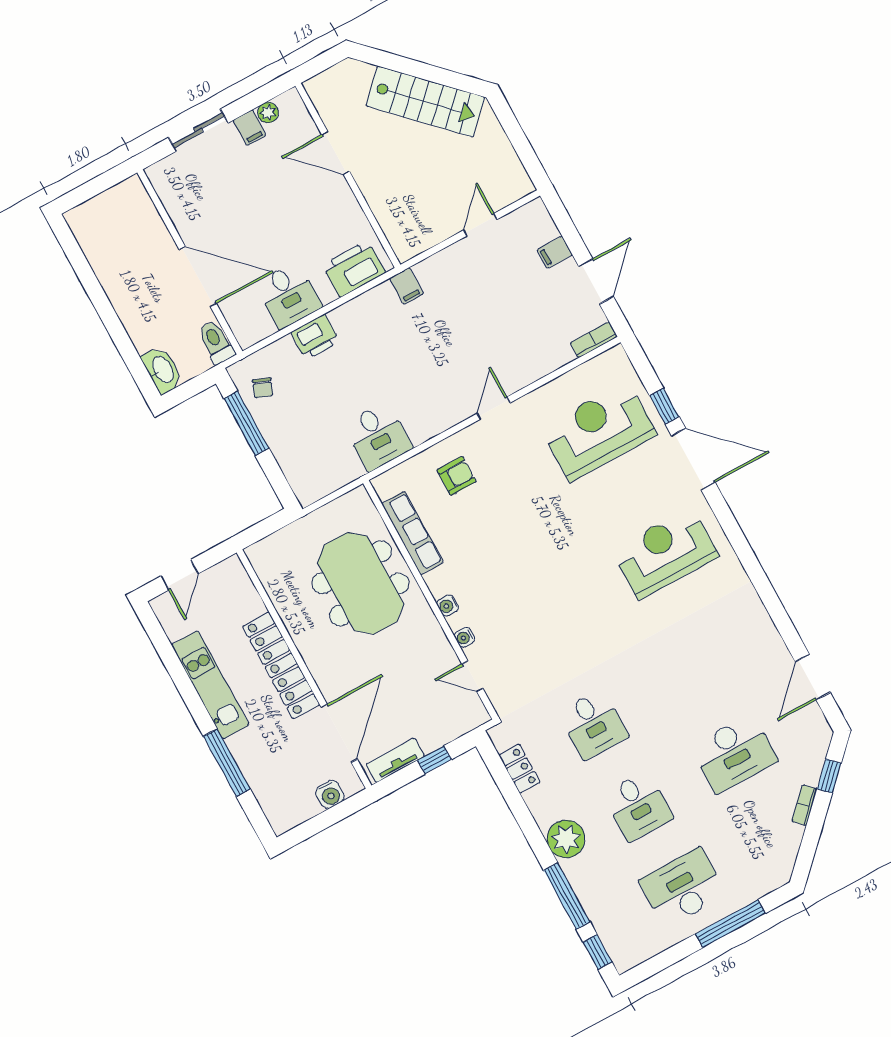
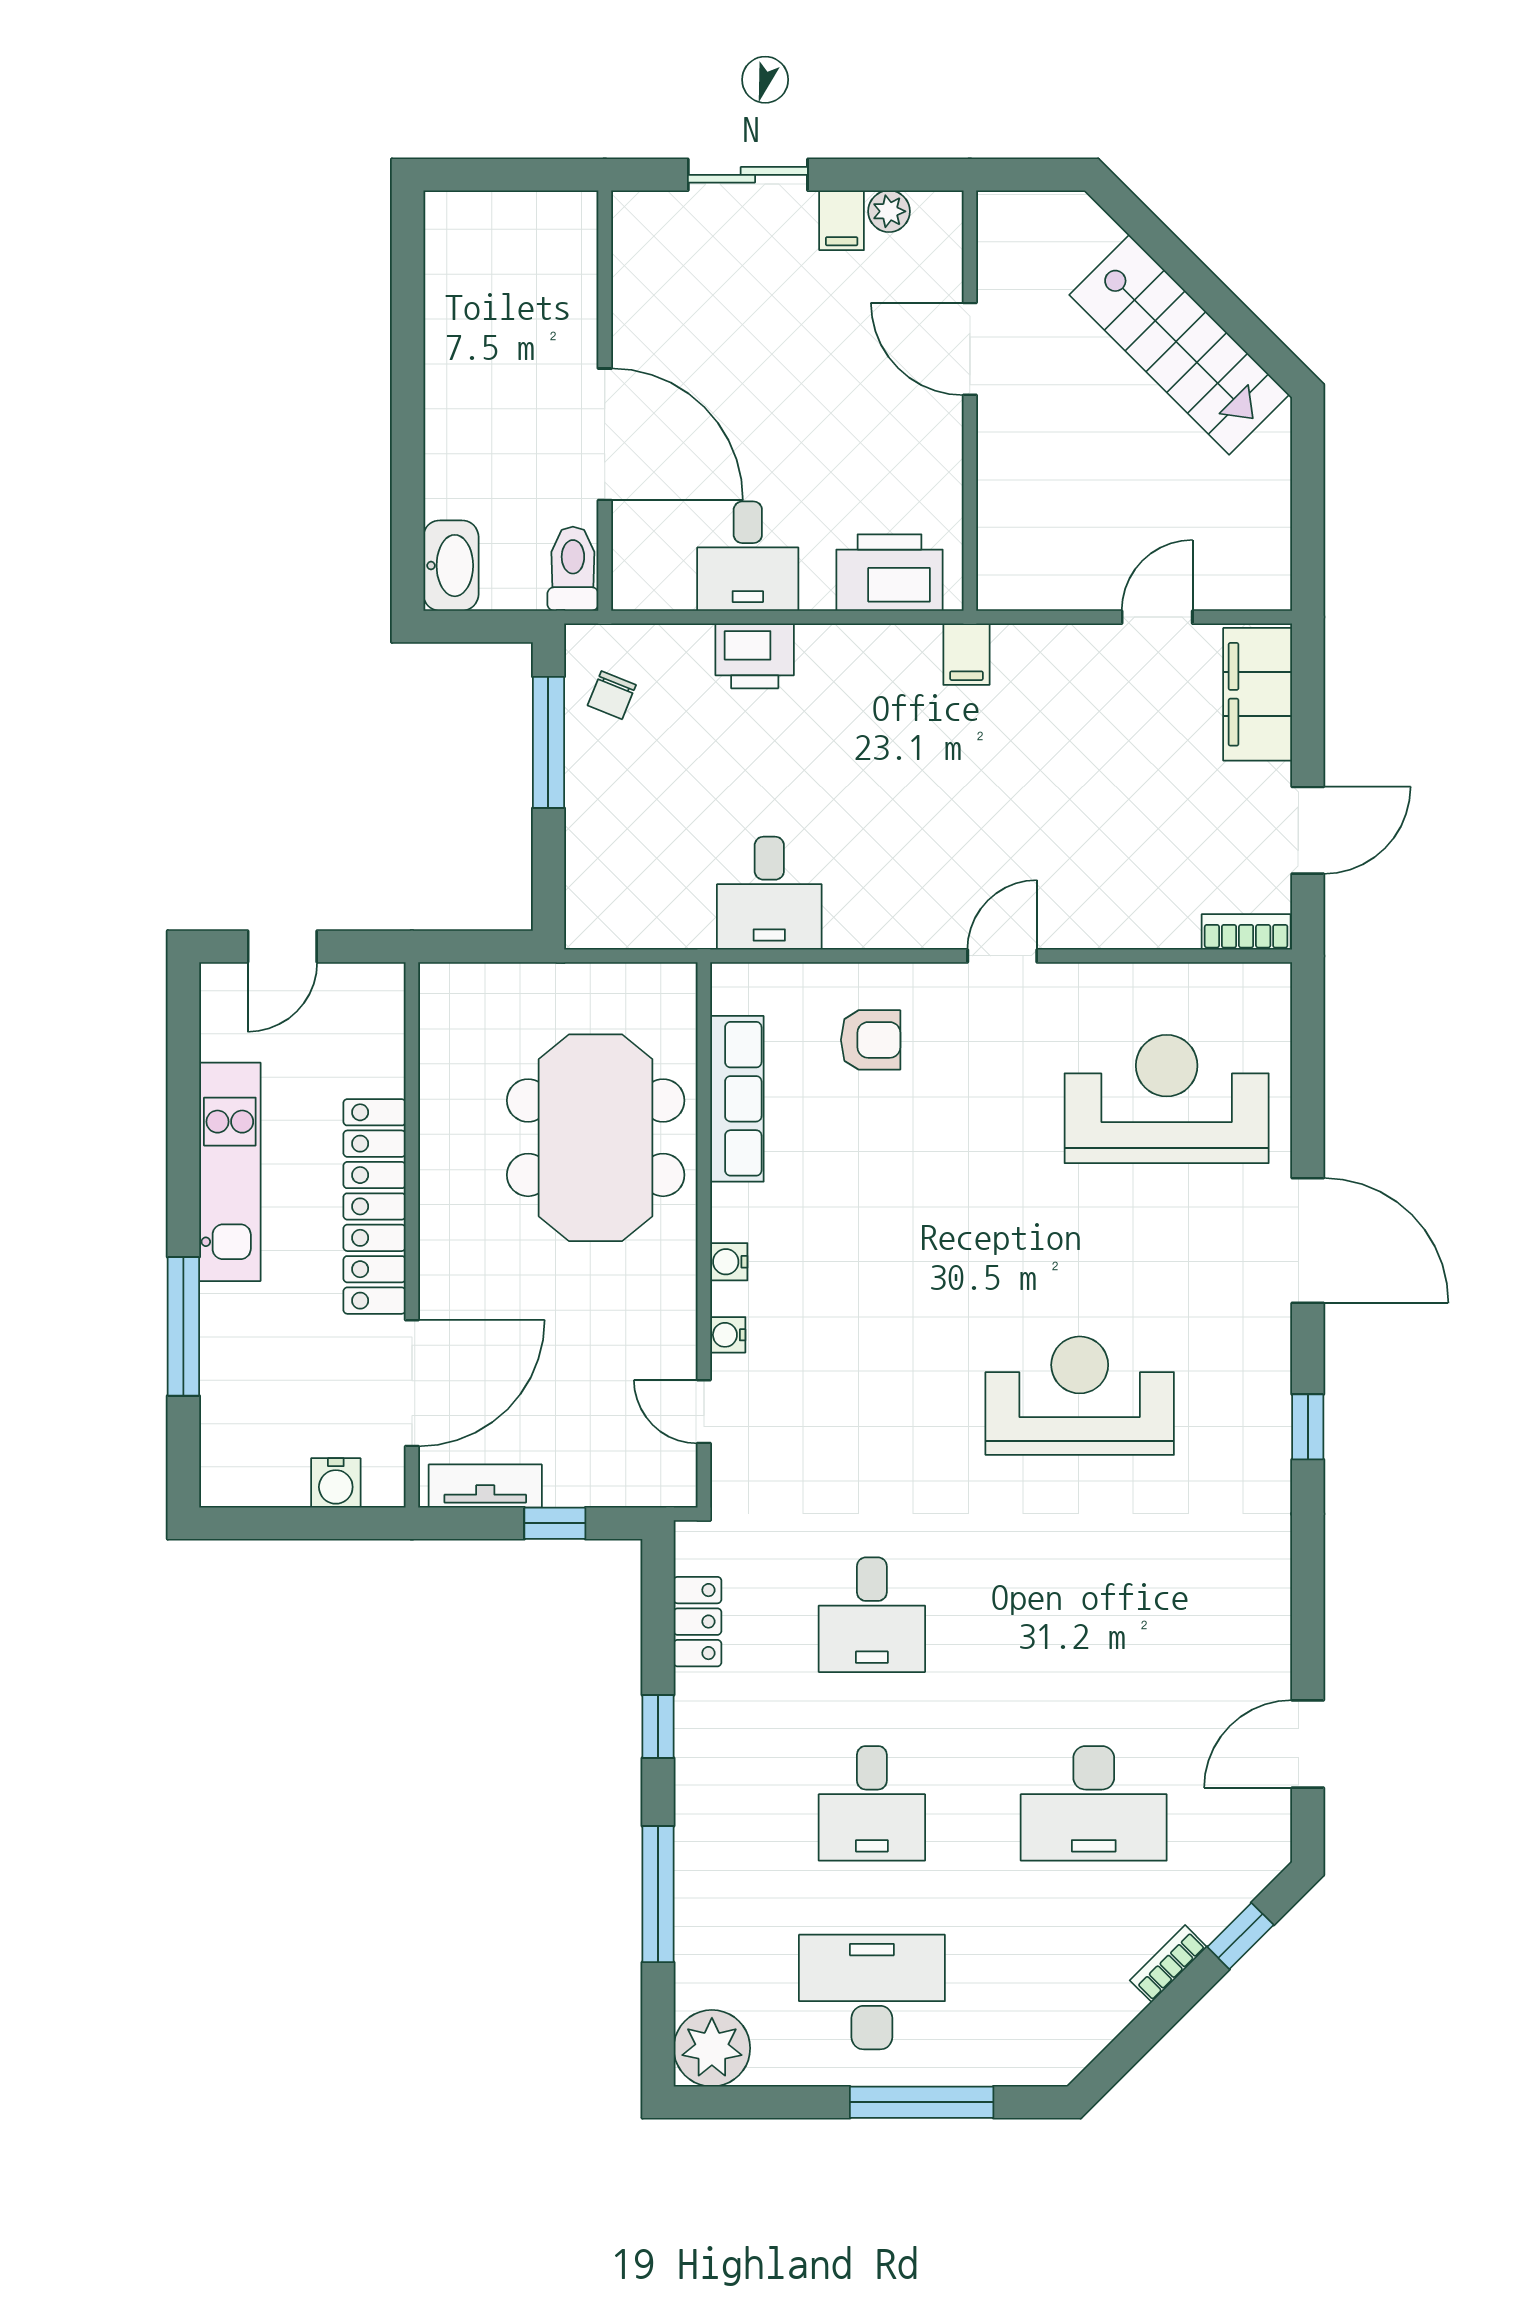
filing cabinet: (555, 252) -> (1258, 694), width x3.00, depth x1.17
window: (664, 406) -> (1308, 1427), moved
reception desk: (665, 553) -> (1080, 1396), moved
plant: (566, 839) -> (712, 2048), moved
window: (598, 952) -> (658, 1727), moved

